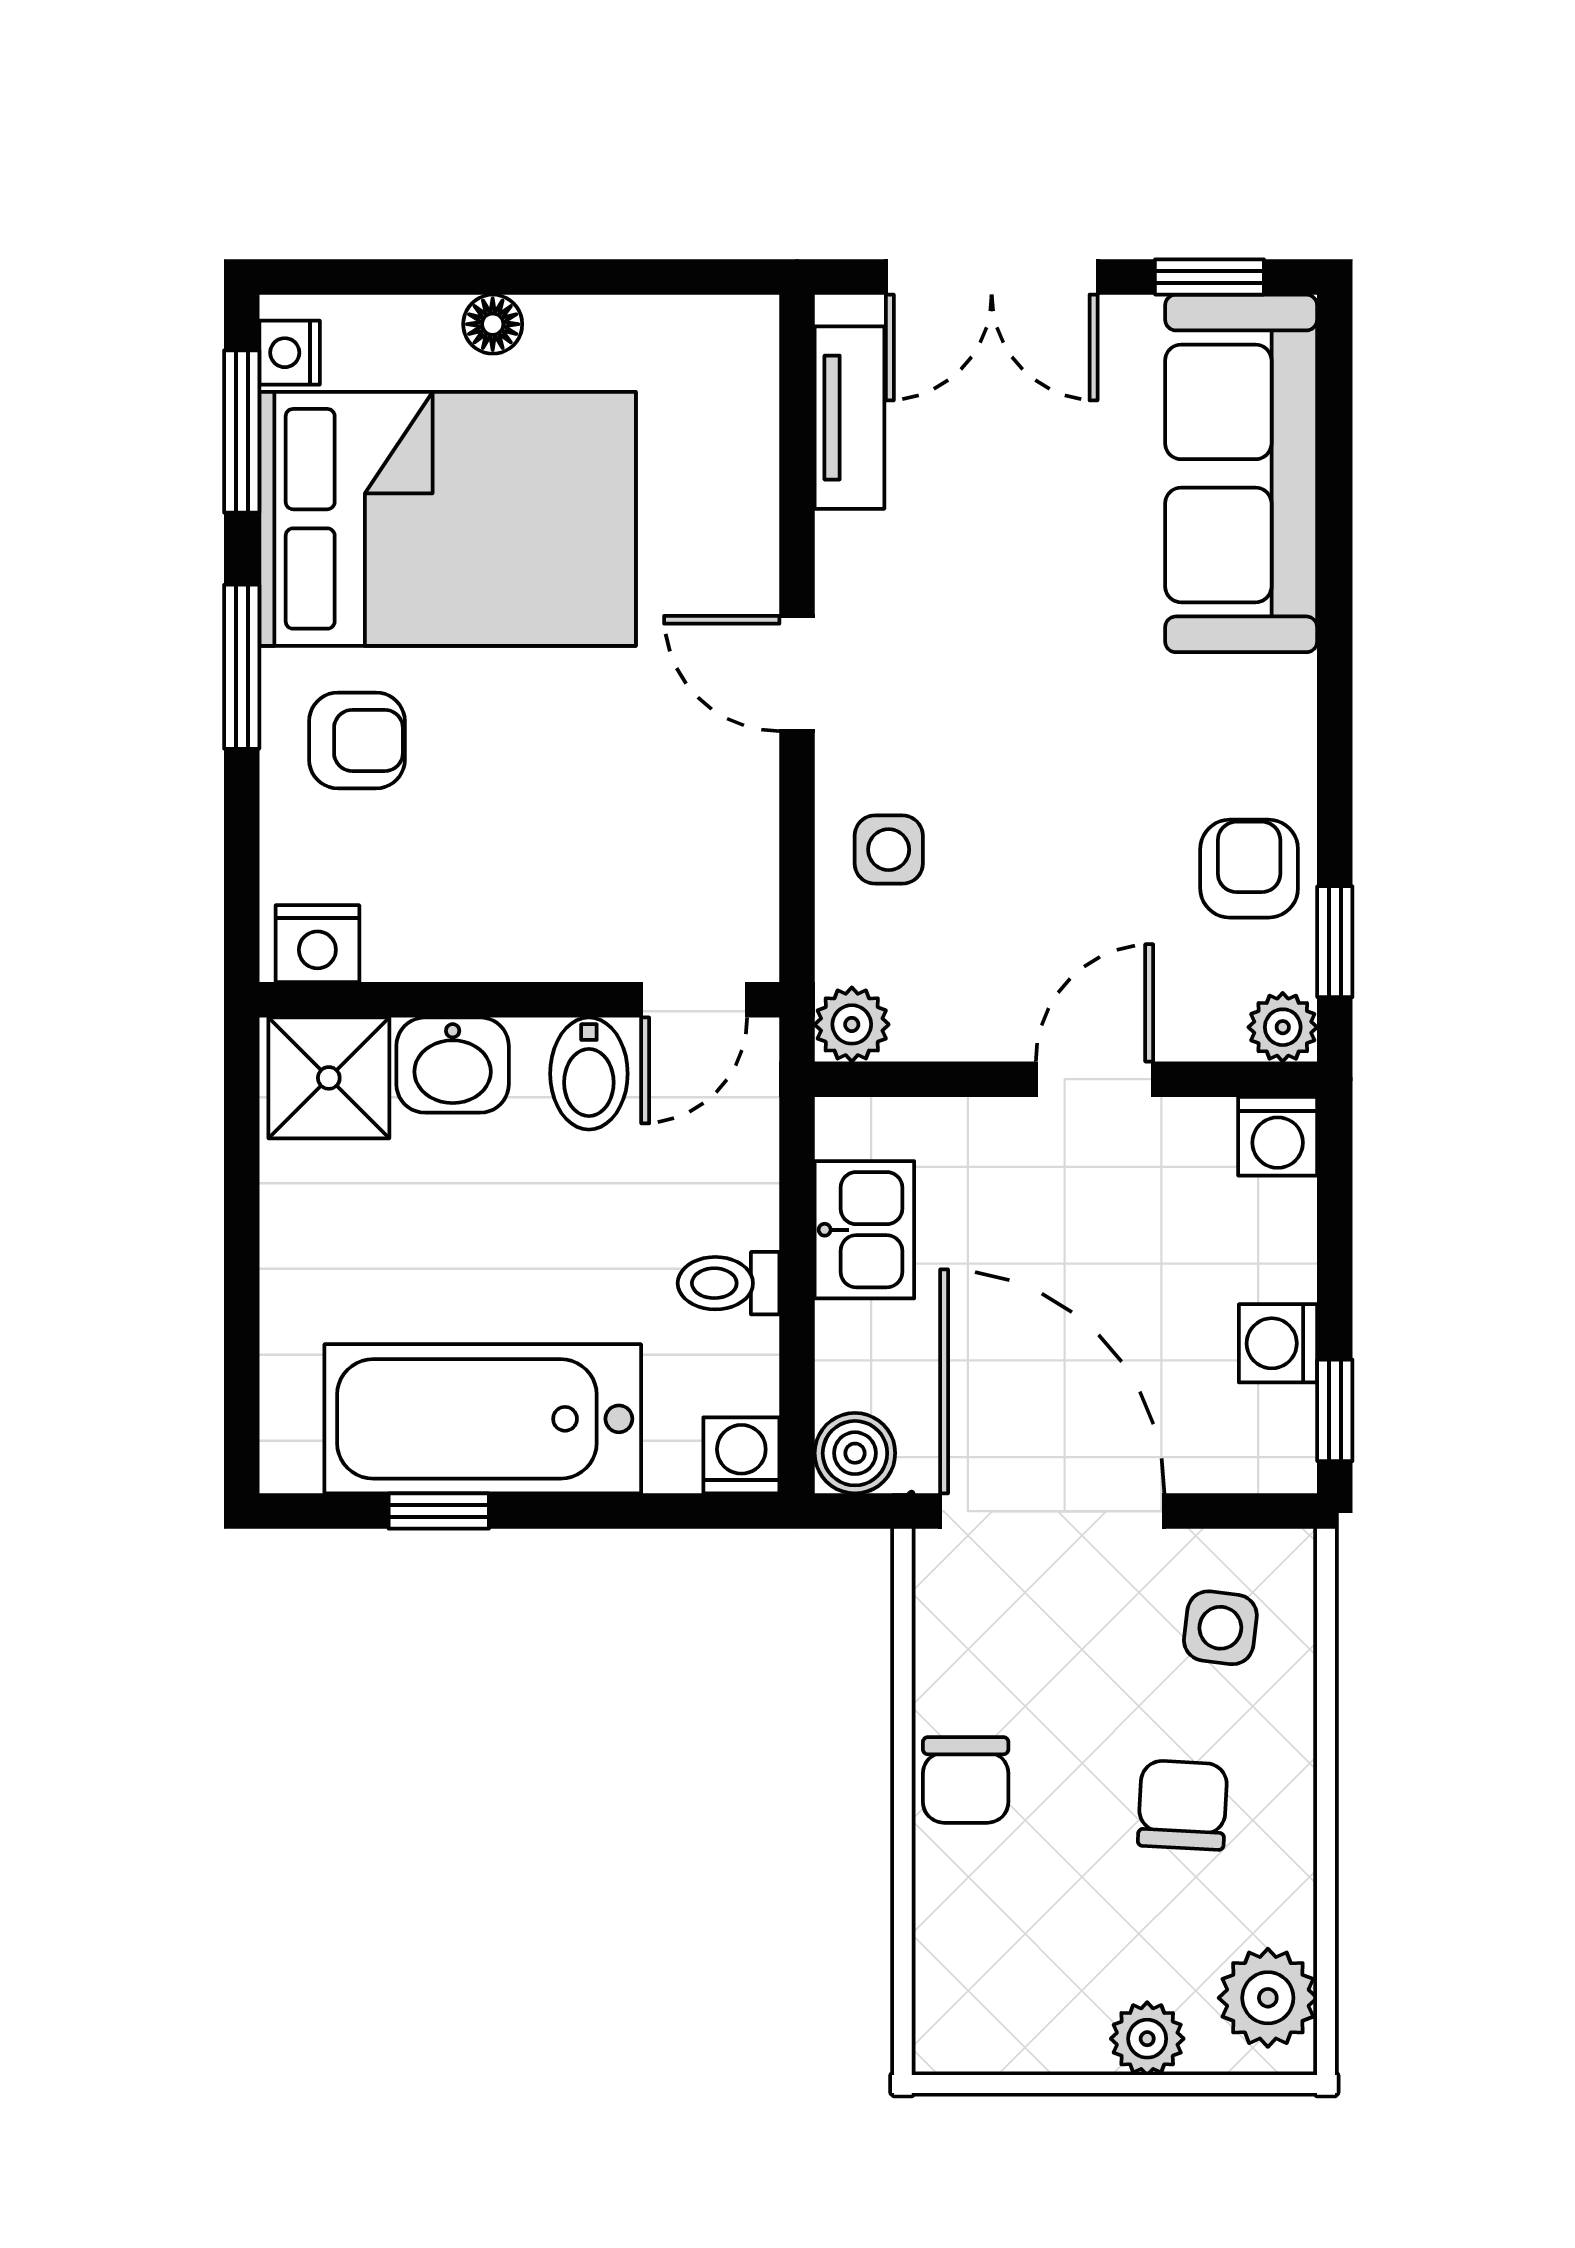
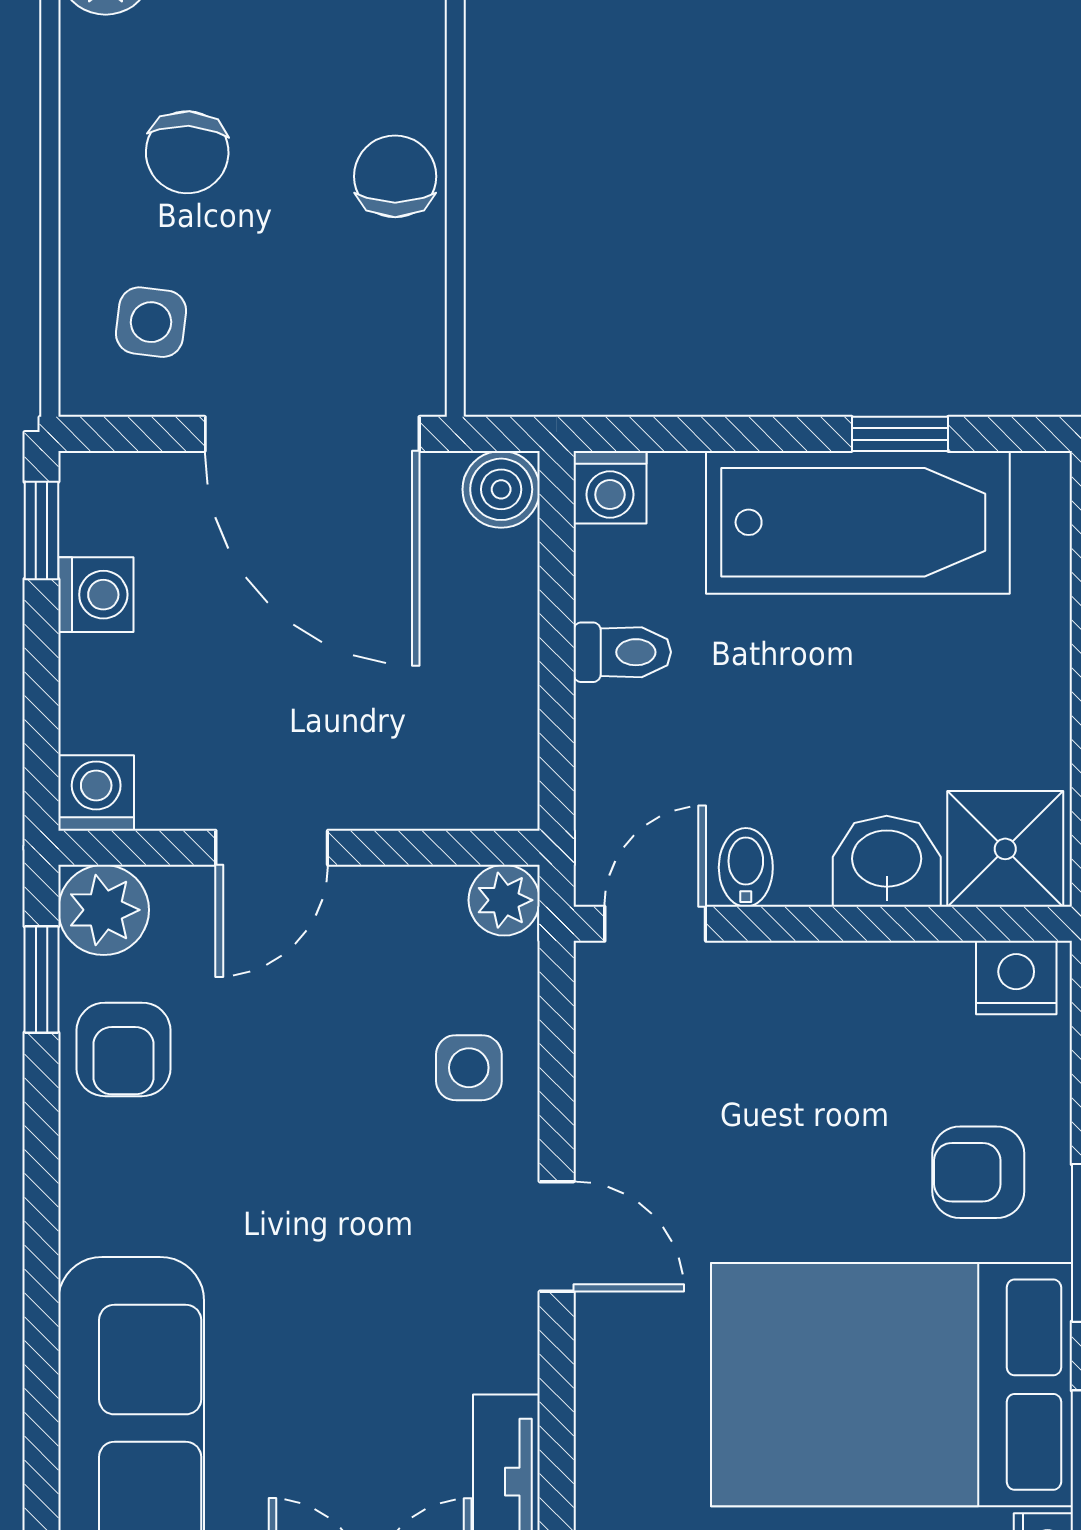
plant: (1283, 1027) -> (104, 910), width x1.38, depth x1.38
bidet: (589, 1074) -> (746, 867), width x0.72, depth x0.74
kitchen sink: (864, 1230) -> (492, 703), removed

